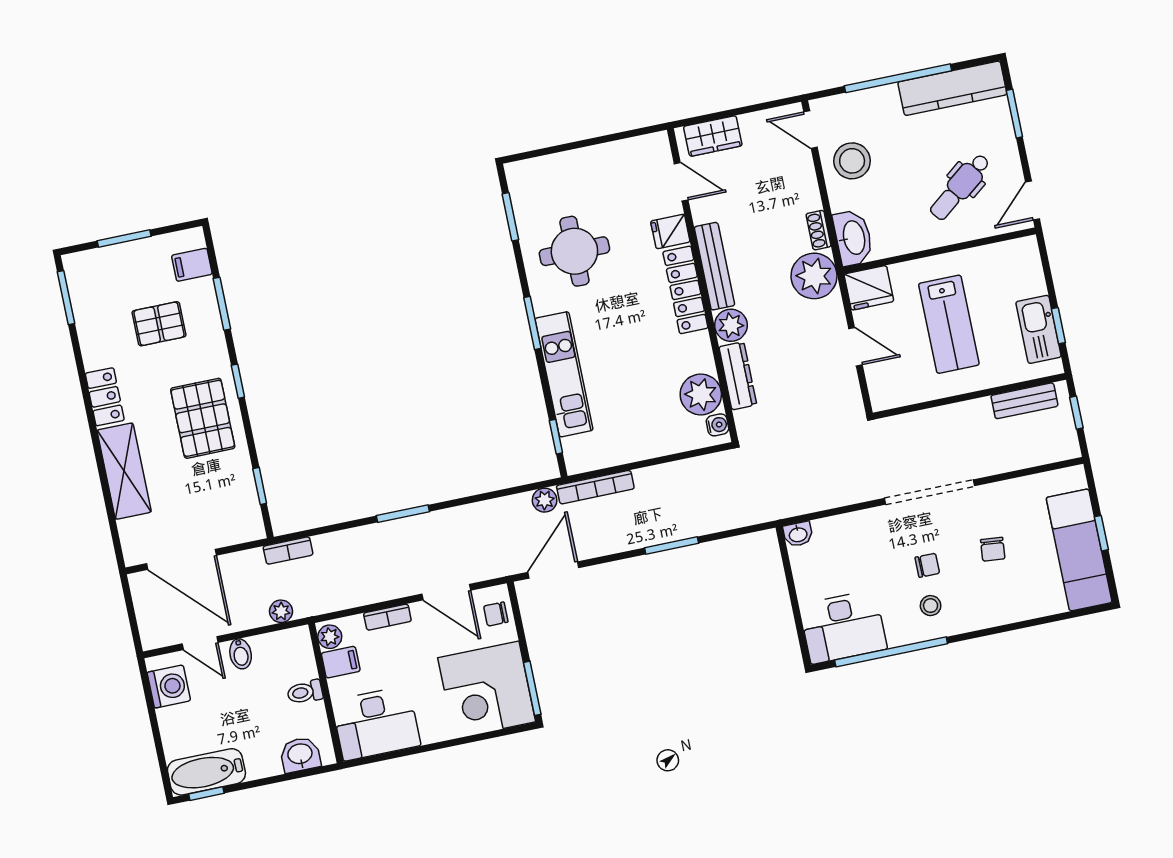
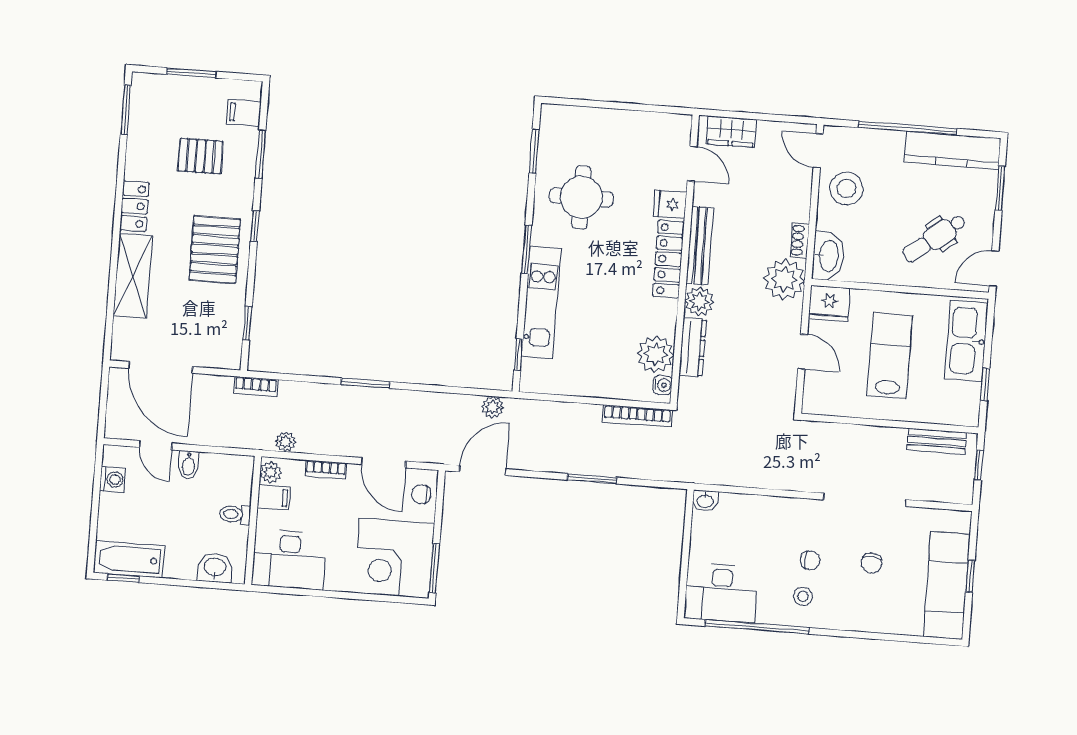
lab bench: (949, 324) -> (890, 355), turned 180
kitchen sink: (1039, 329) -> (966, 341), moved, width x1.36, depth x1.24
bookcase: (595, 487) -> (637, 416), moved
doorway: (930, 492) -> (865, 500), moved
plant: (281, 611) -> (286, 442), moved
washing machine: (169, 687) -> (113, 479), width x0.73, depth x0.73

